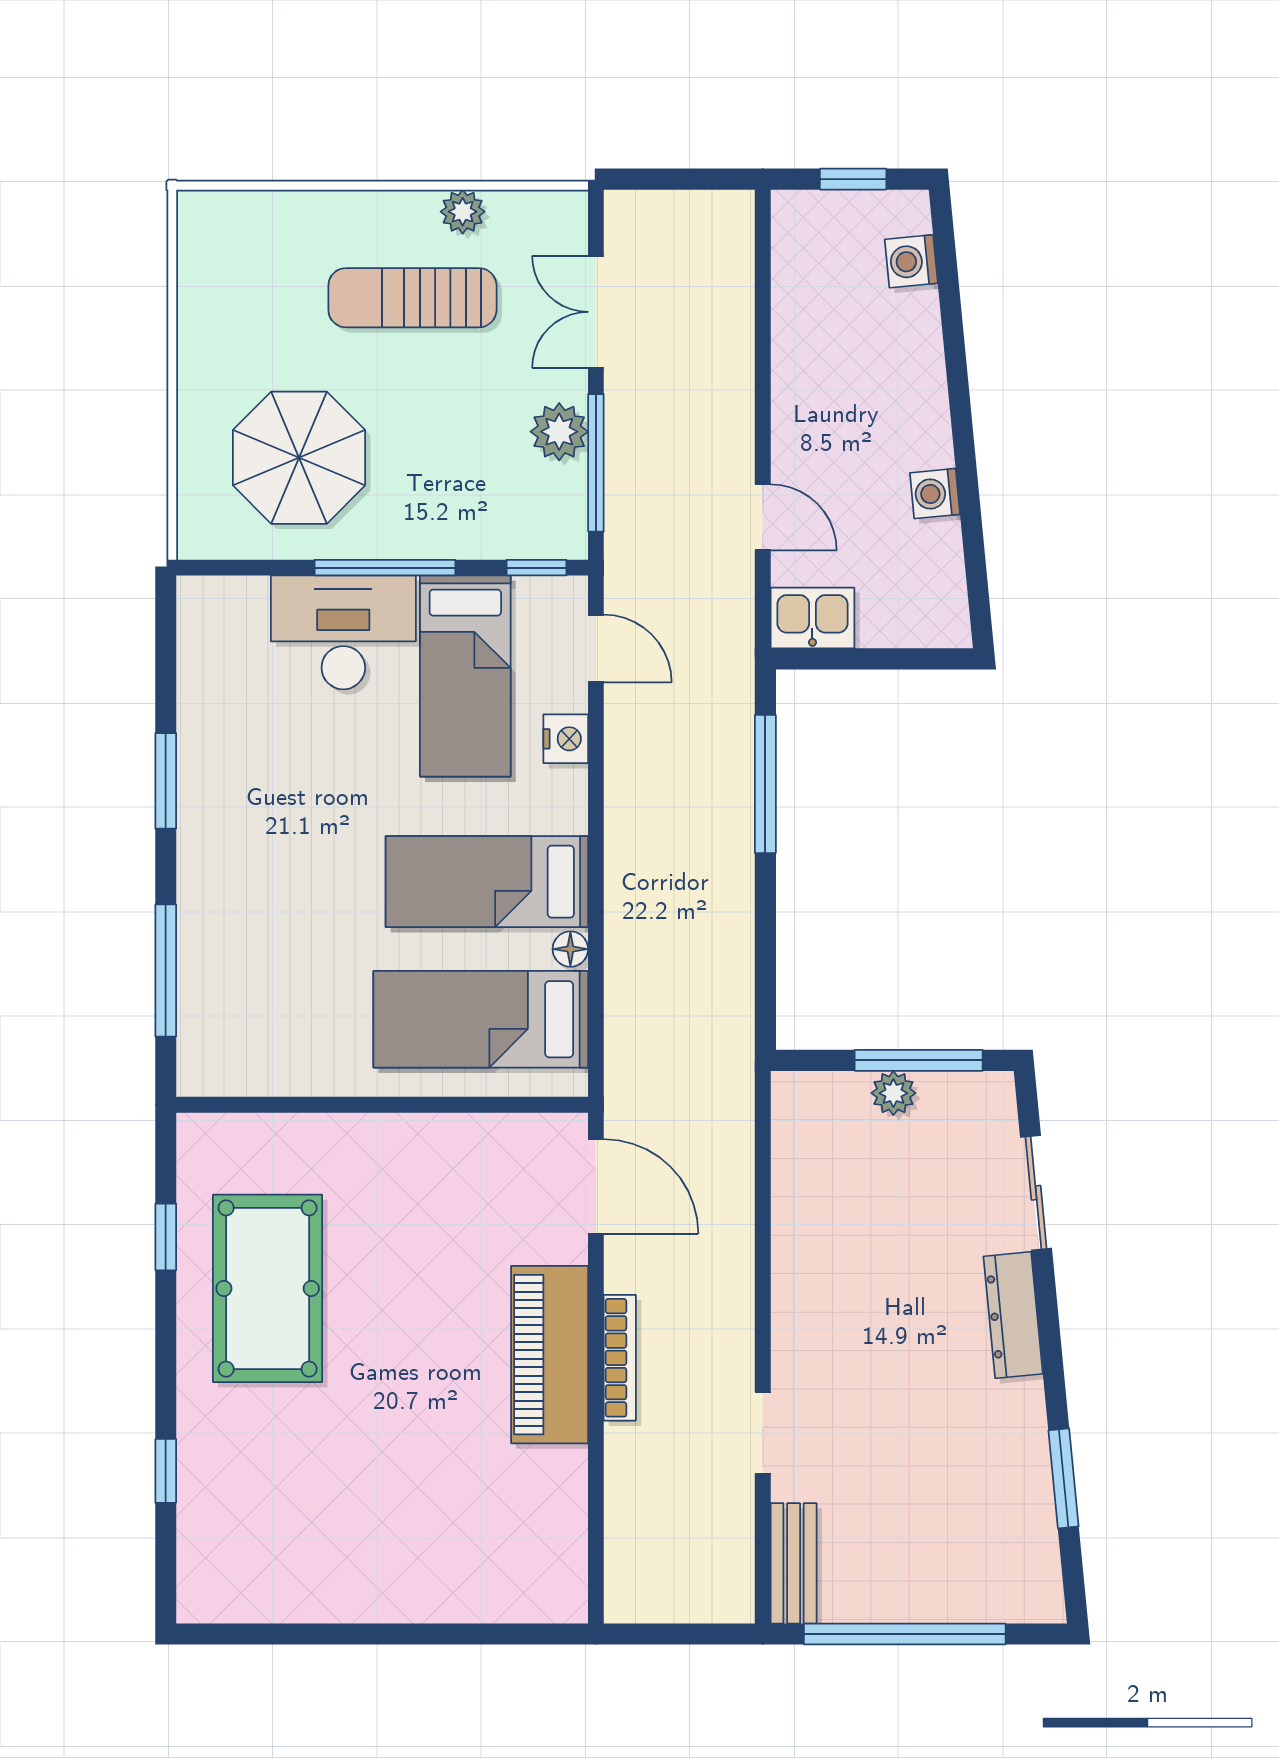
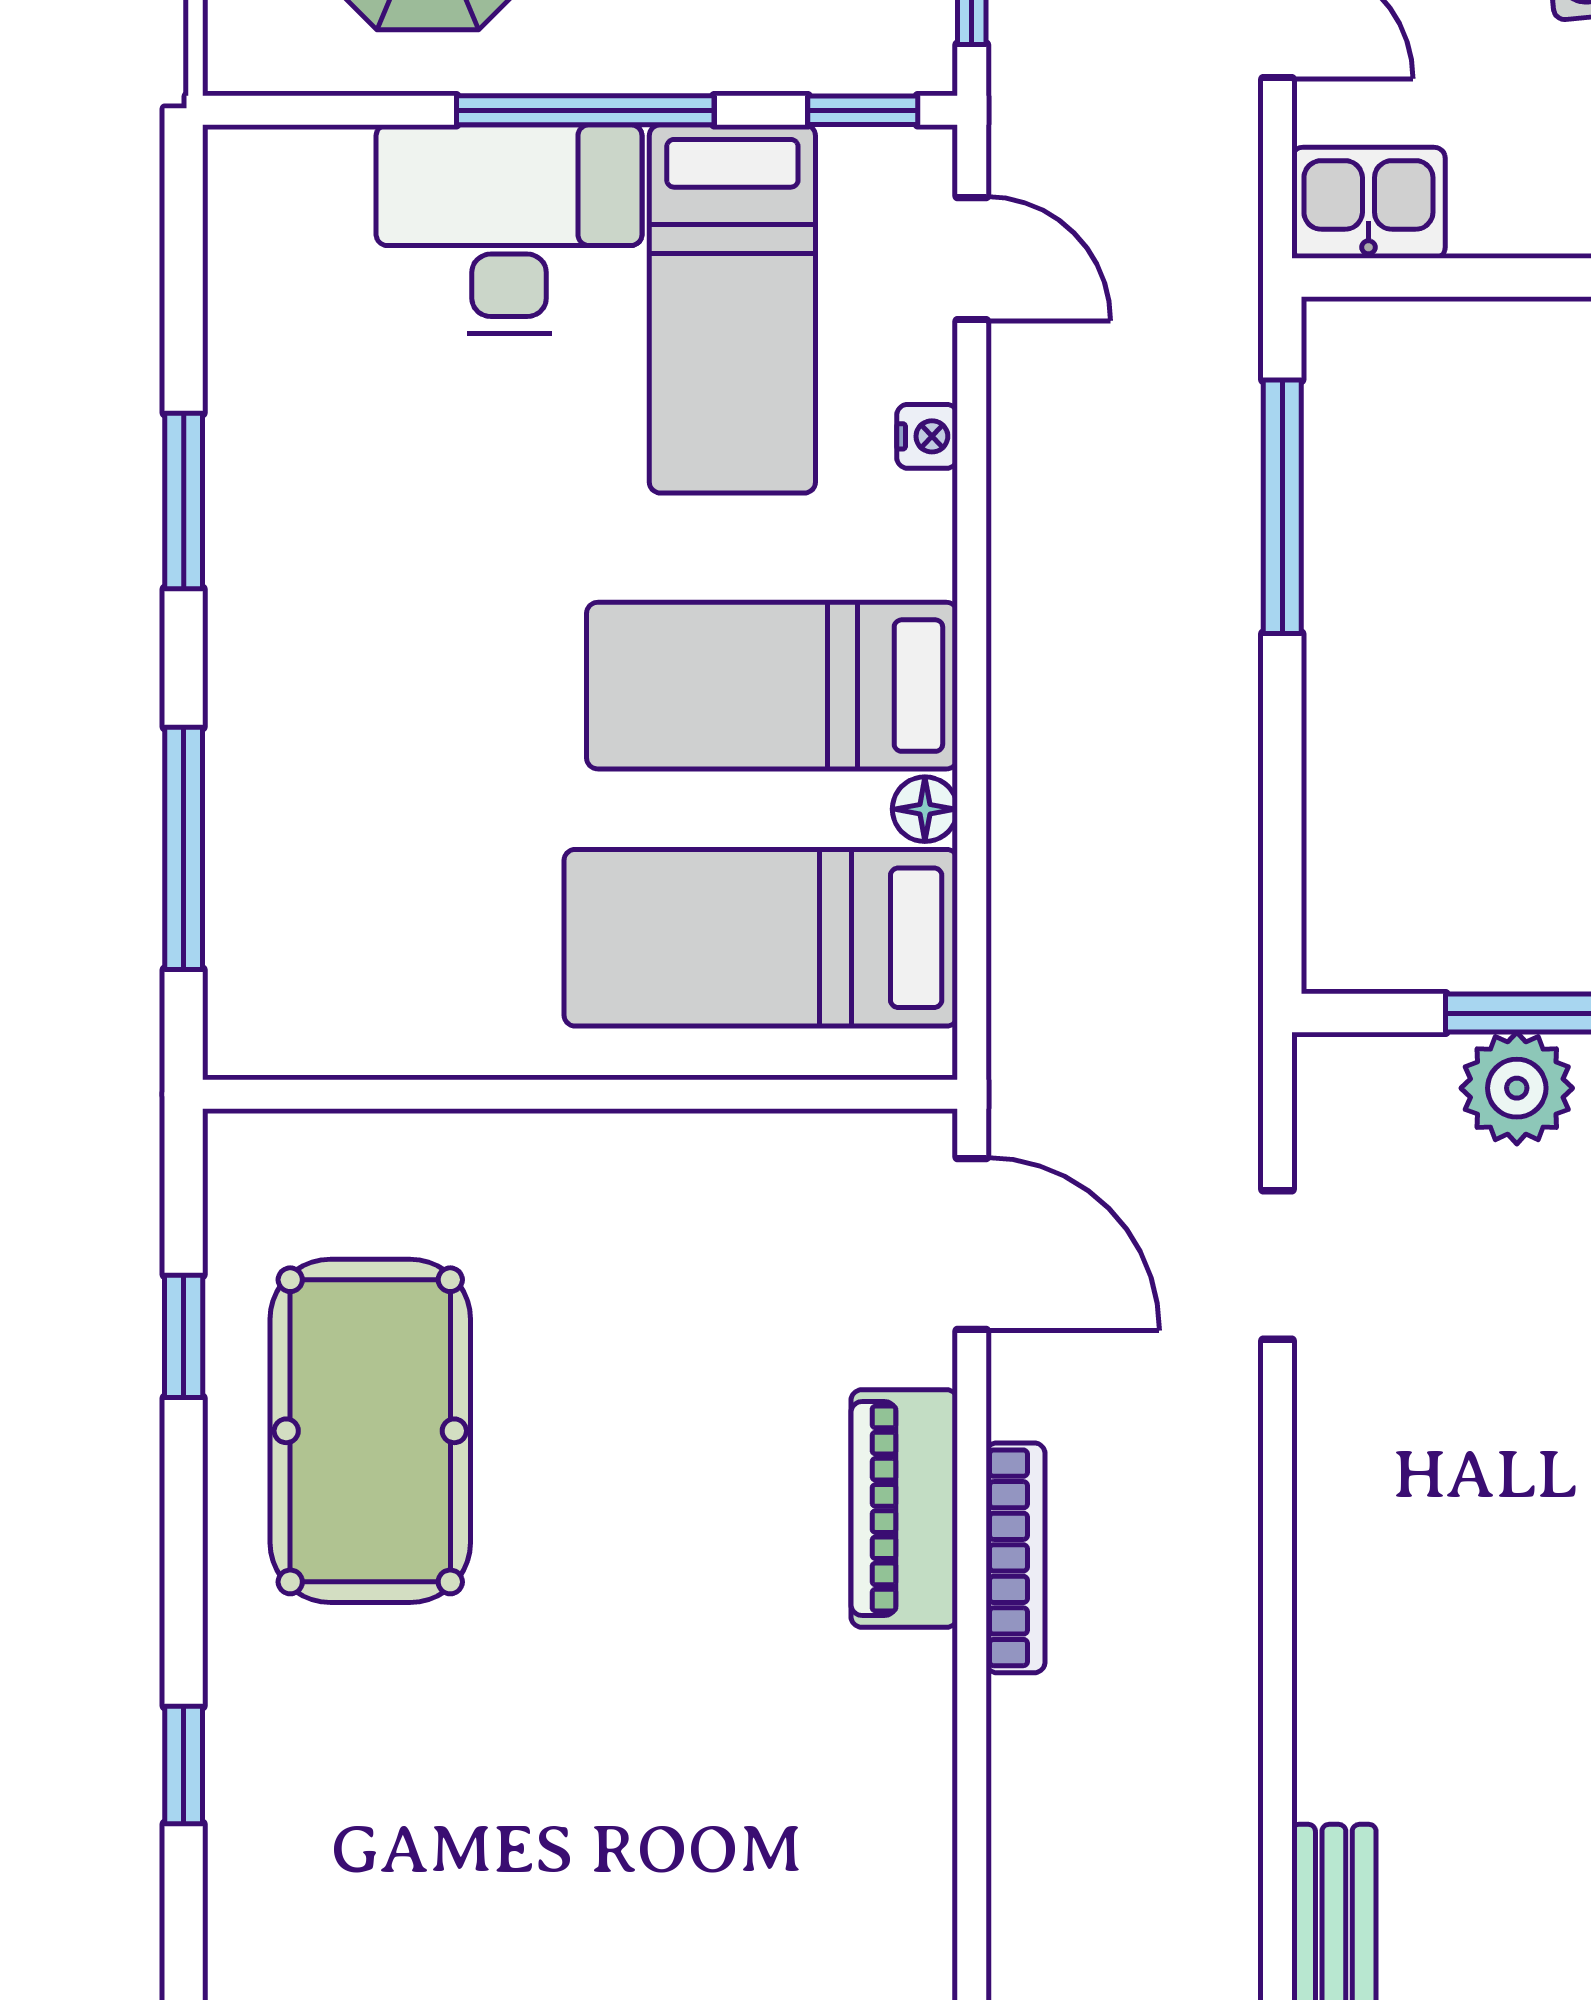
nightstand: (566, 739) -> (927, 436), width x0.72, depth x0.74
plant: (893, 1093) -> (1517, 1088), width x1.38, depth x1.38
piano: (550, 1355) -> (904, 1508), width x0.73, depth x0.75
doorway: (763, 1433) -> (1277, 1265), moved

